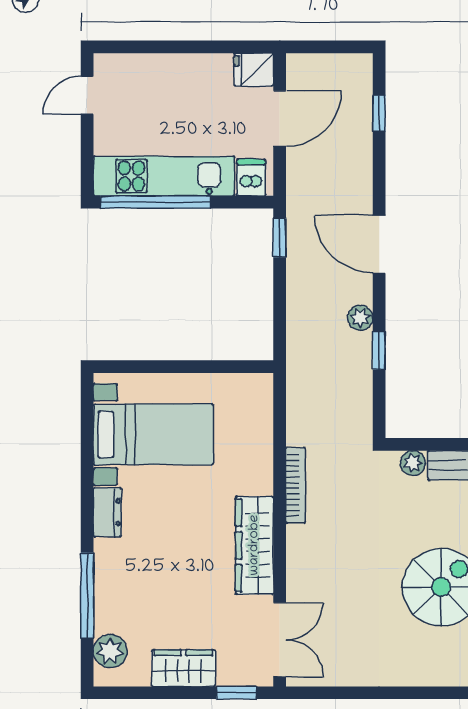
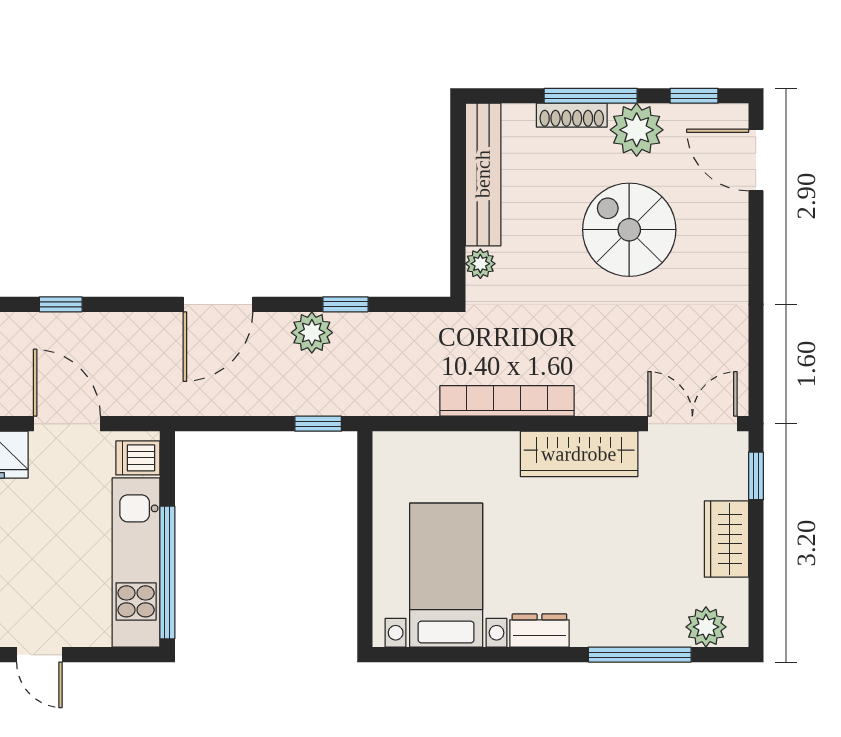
window: (280, 238) -> (318, 424), moved
plant: (360, 318) -> (312, 333), width x1.38, depth x1.38
bookcase: (296, 485) -> (507, 401), width x1.48, depth x1.31

